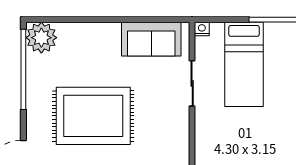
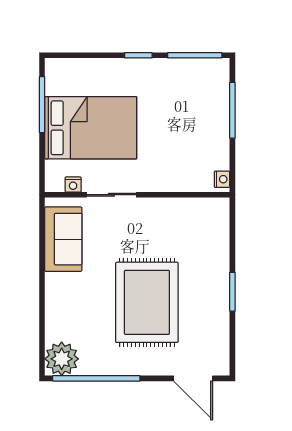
nightstand: (202, 29) -> (73, 184), moved, turned -90
bed: (244, 64) -> (91, 128), width x1.50

